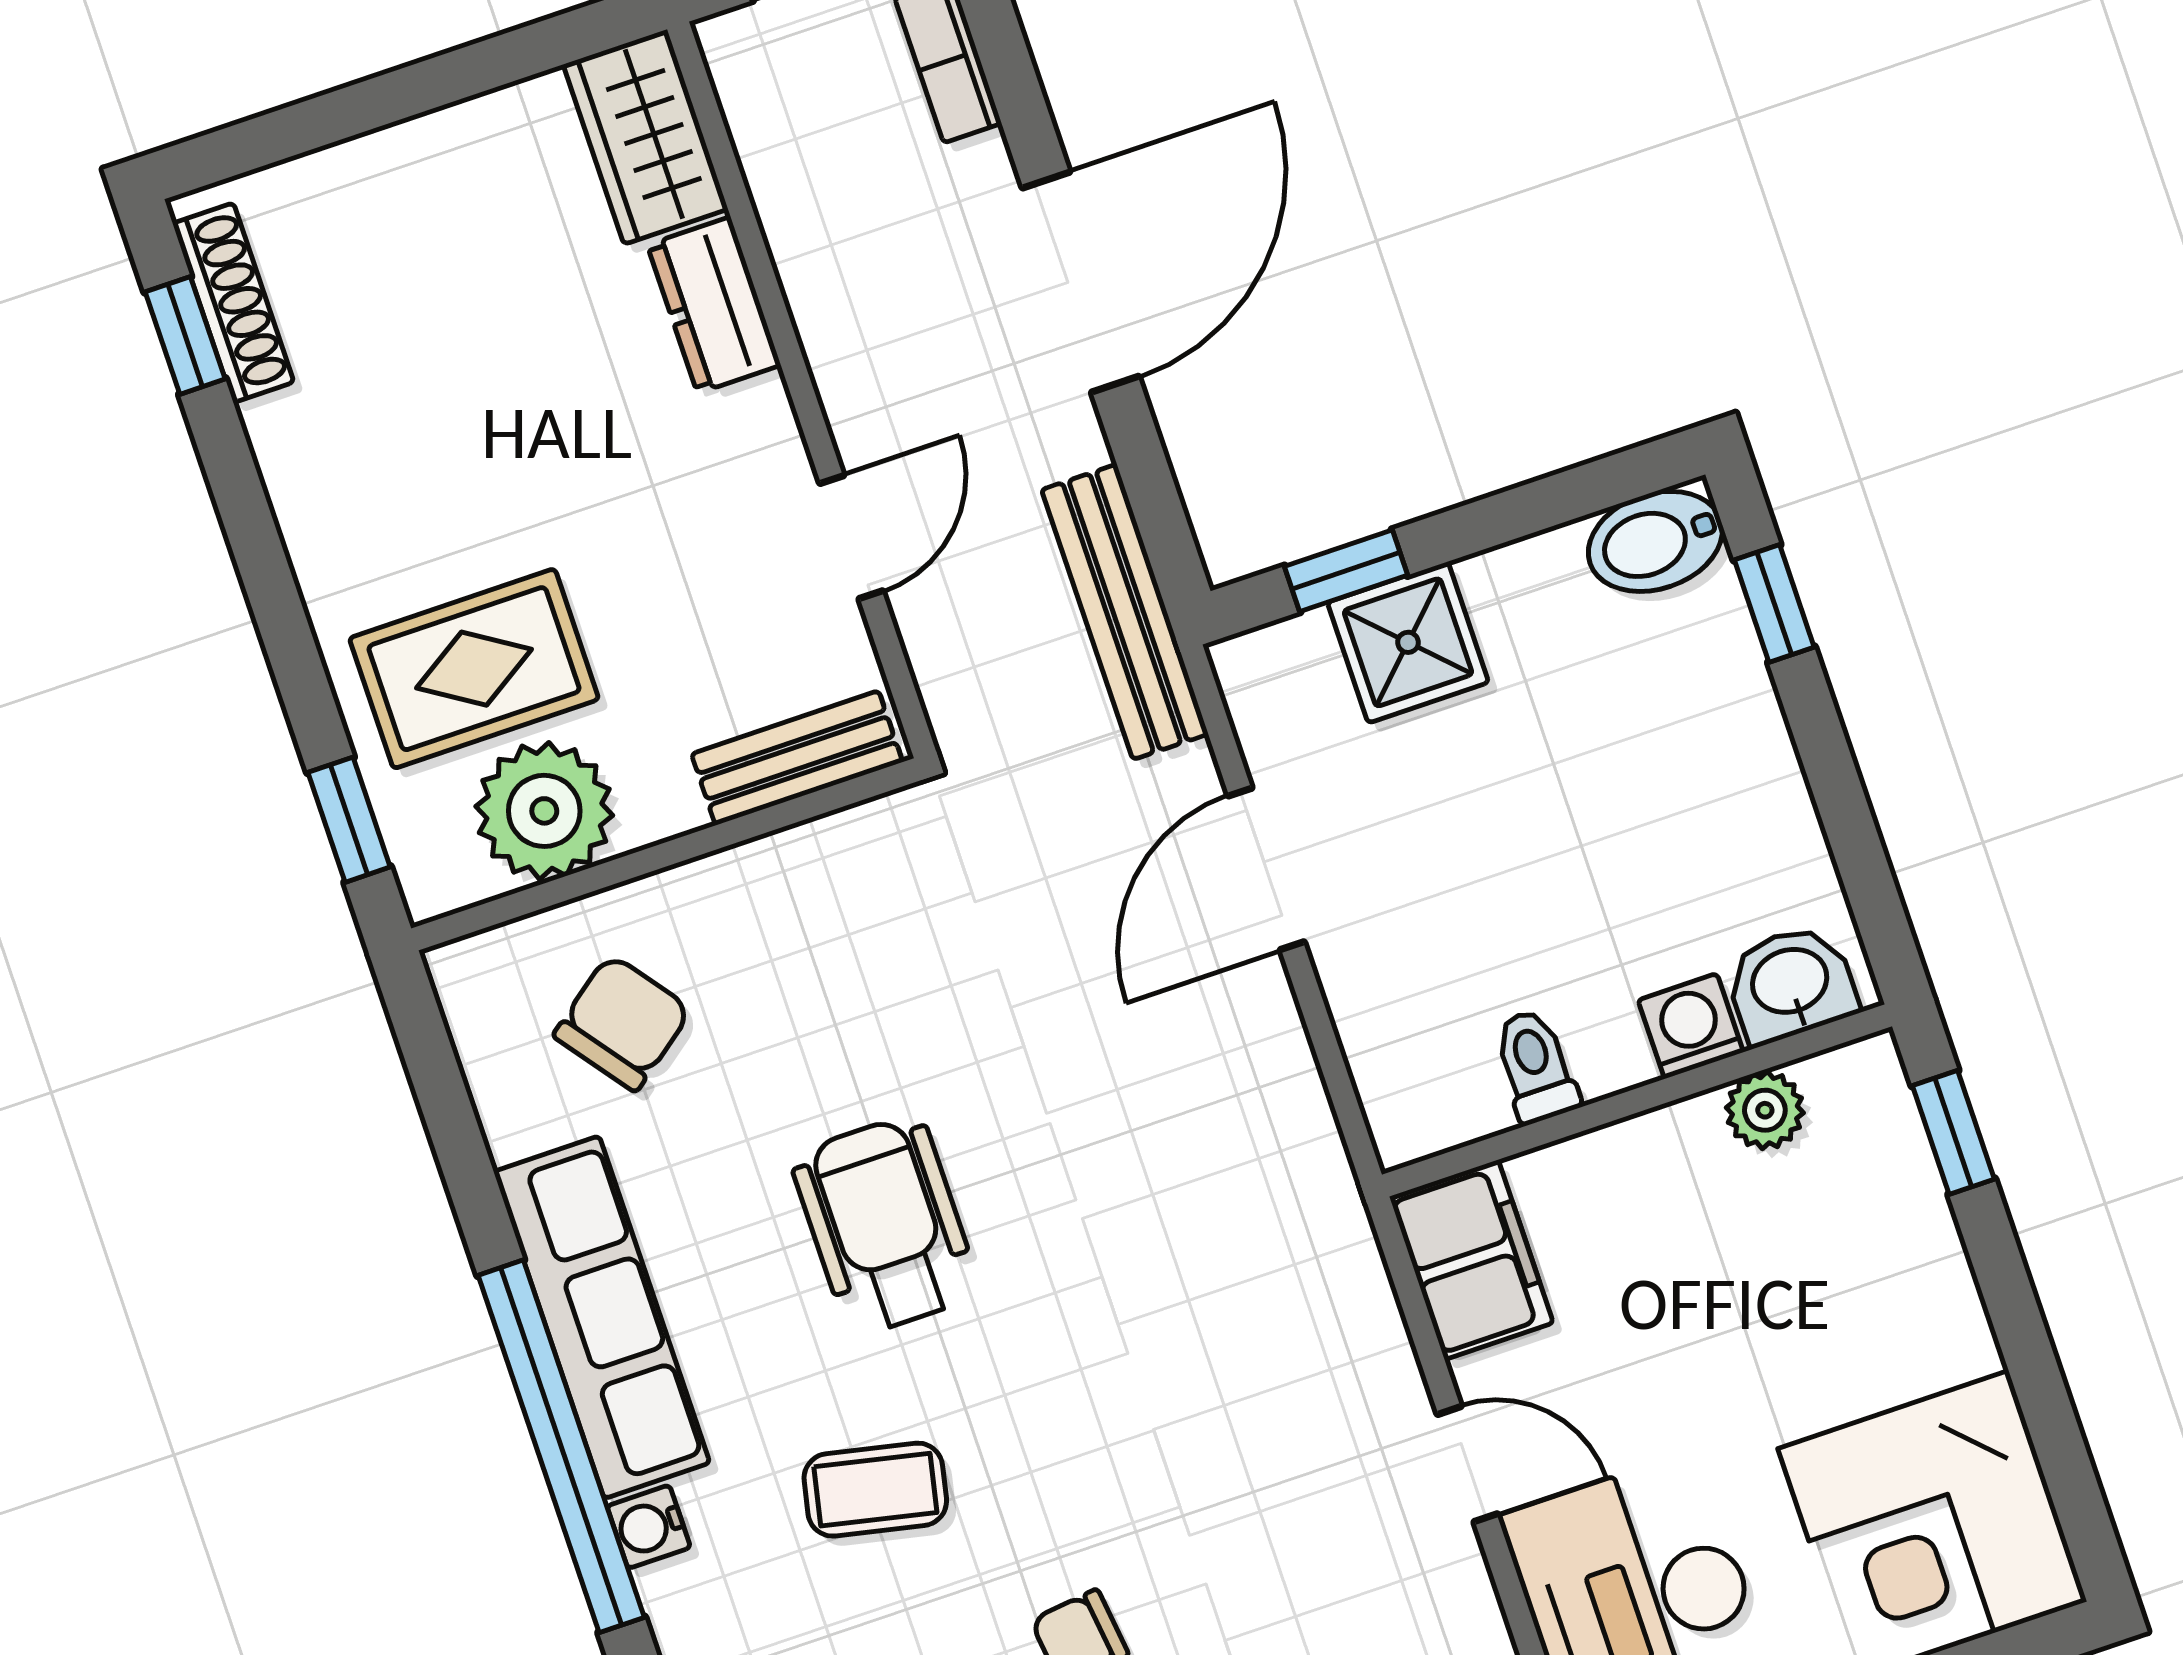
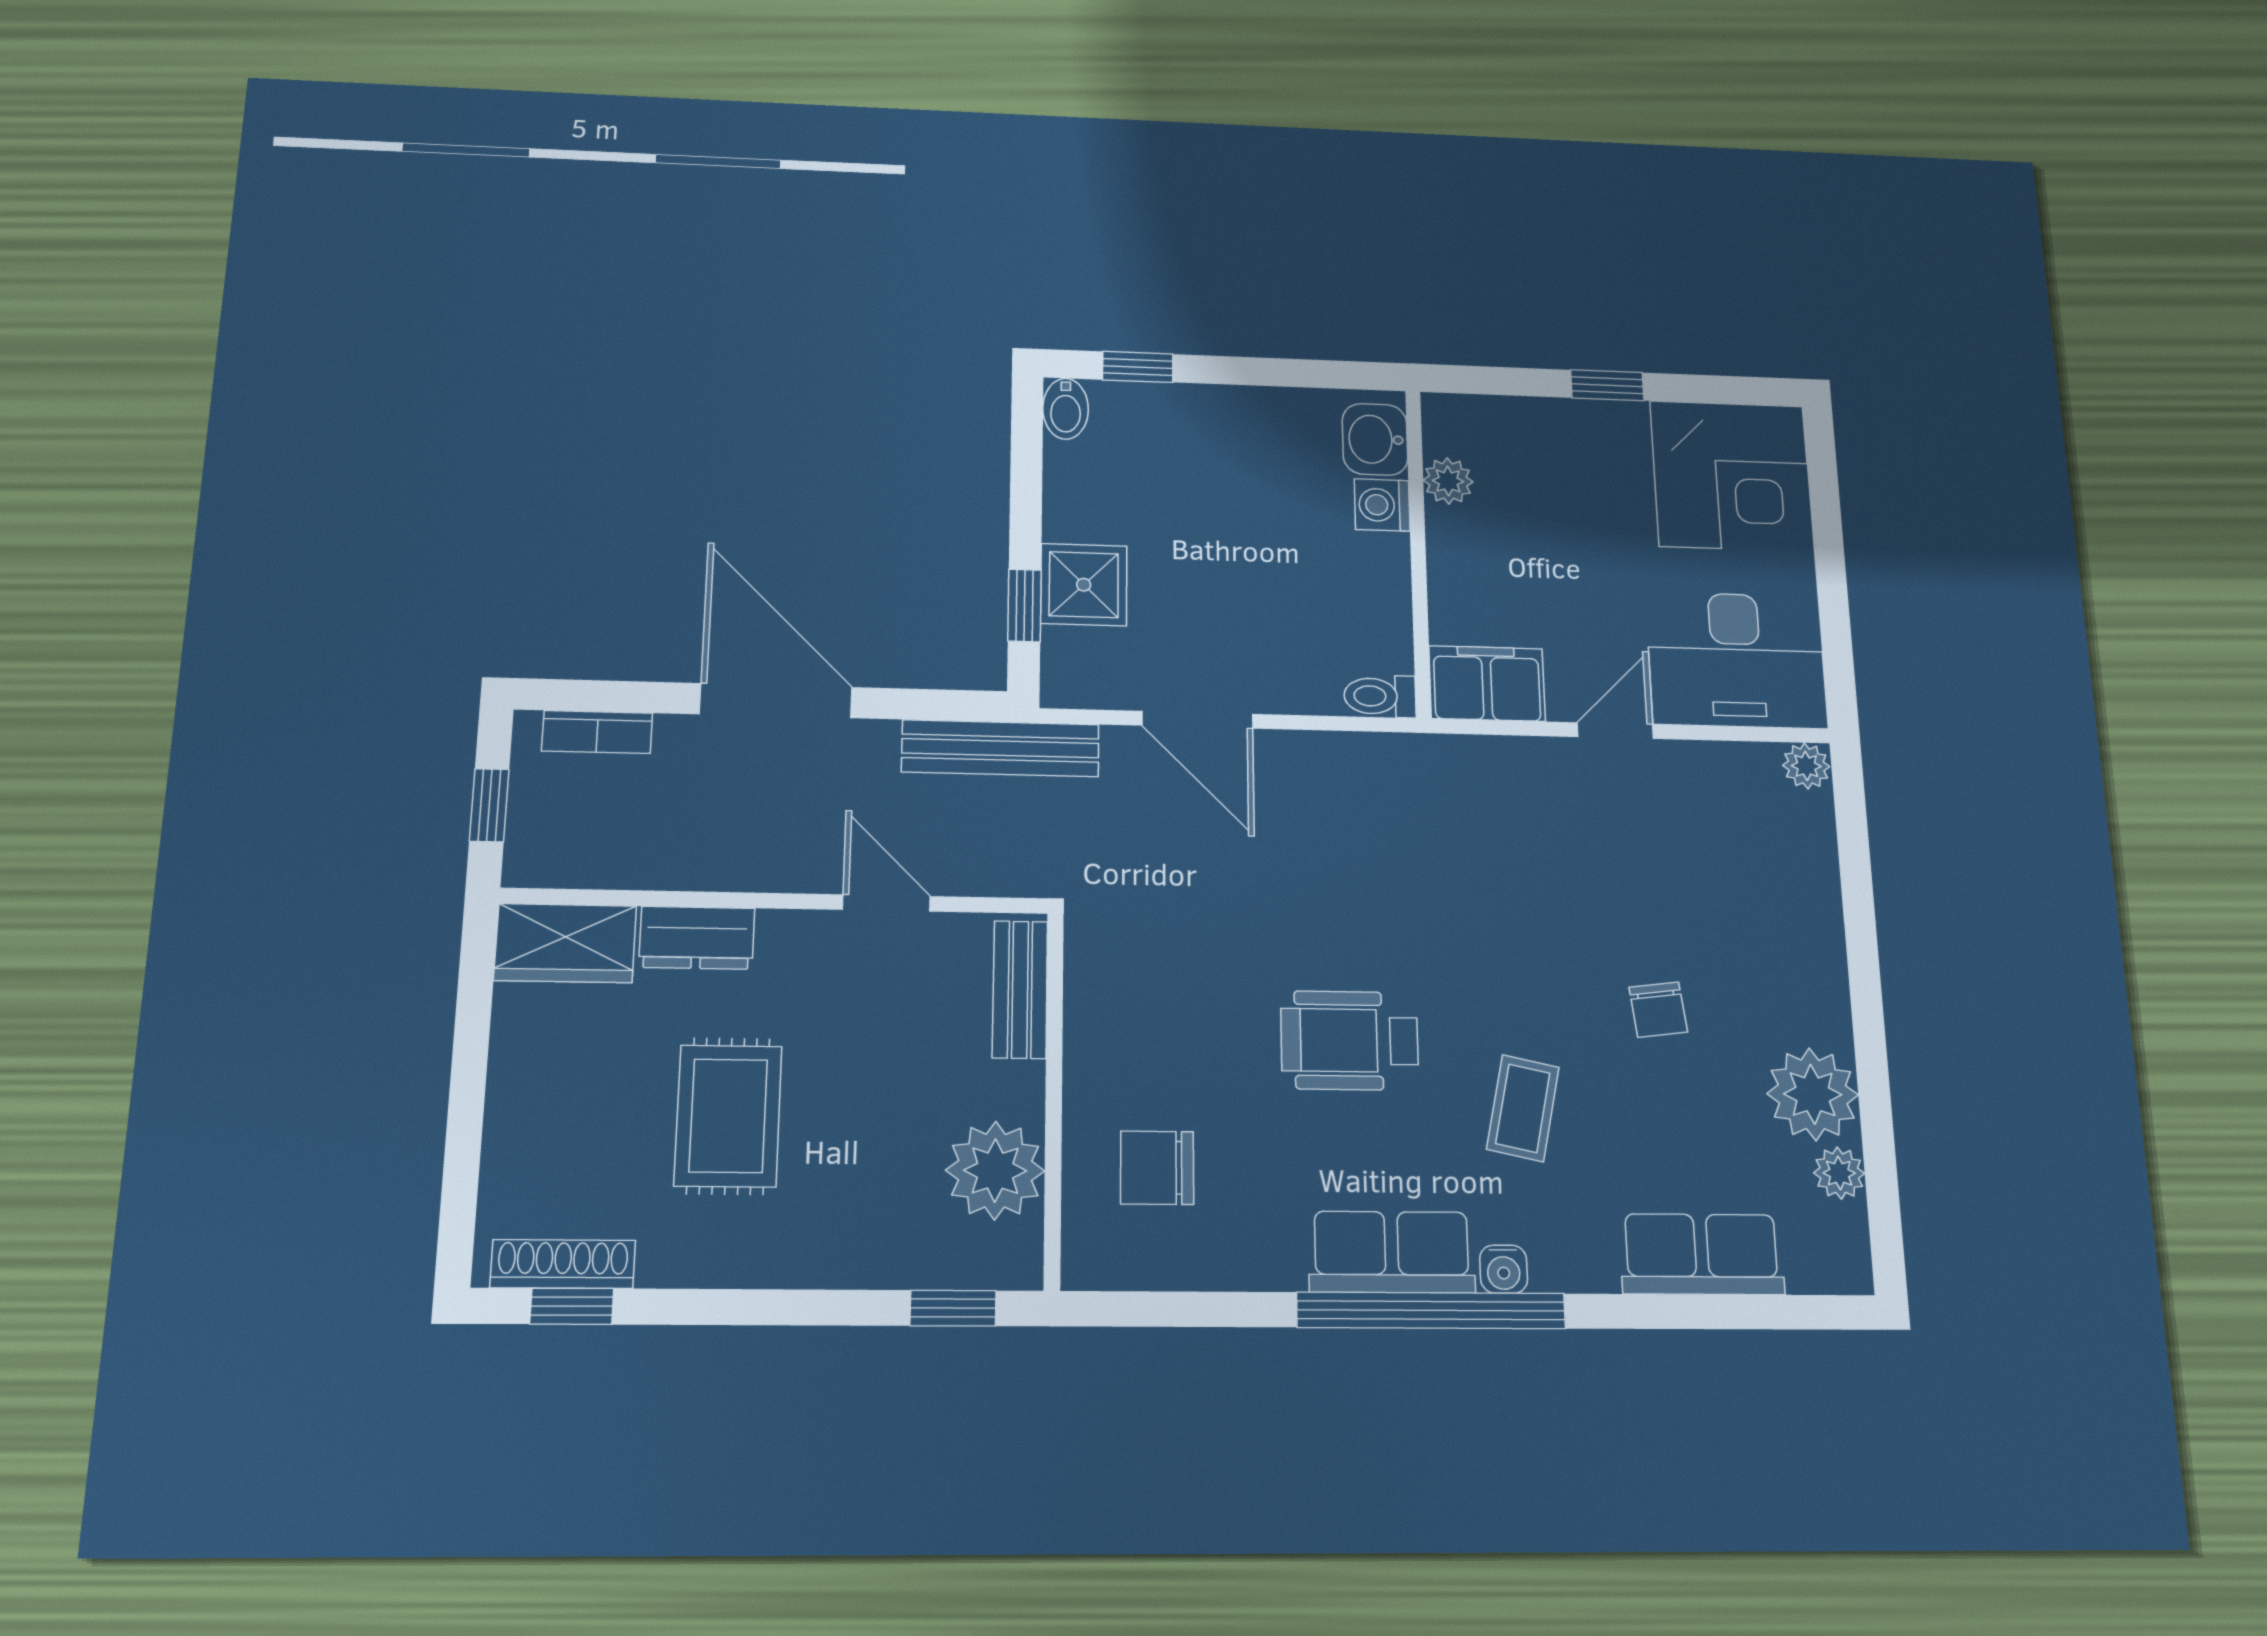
bidet: (1655, 541) -> (1066, 409), width x0.72, depth x0.74
rug: (474, 669) -> (728, 1116), moved
chair: (622, 1023) -> (1157, 1168), turned -53
toilet: (1536, 1066) -> (1380, 696), moved
window: (1953, 1132) -> (1607, 385), moved
row of seats: (602, 1317) -> (1392, 1252), width x0.68

